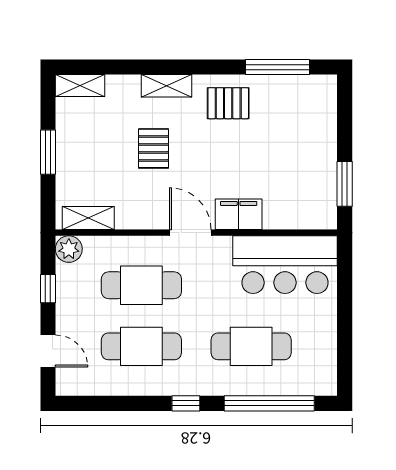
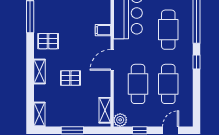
pallet: (228, 103) -> (48, 41), turned 90
filing cabinet: (239, 214) -> (103, 30), width x0.50

